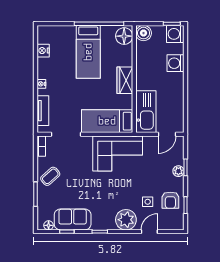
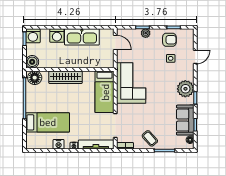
nightstand: (43, 51) -> (59, 144), moved
bed: (88, 52) -> (48, 122), moved
wardrobe: (125, 80) -> (65, 77), width x1.50
tv unit: (43, 111) -> (96, 144), width x1.41
kitchen sink: (146, 112) -> (82, 37), moved, turned 180
plant: (126, 220) -> (185, 89), moved
door: (149, 232) -> (195, 57), swing flipped

